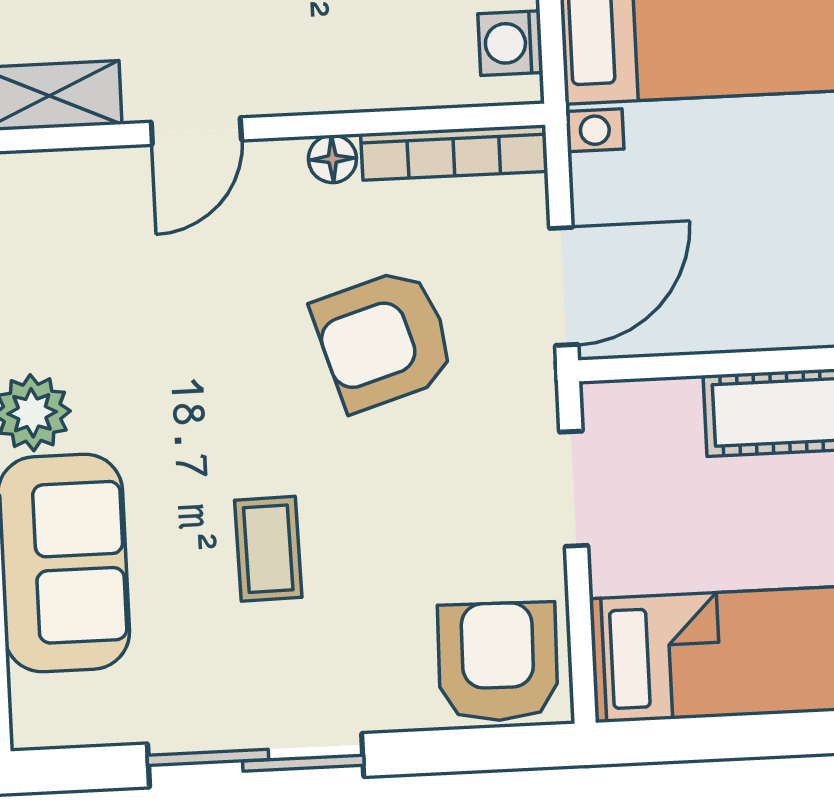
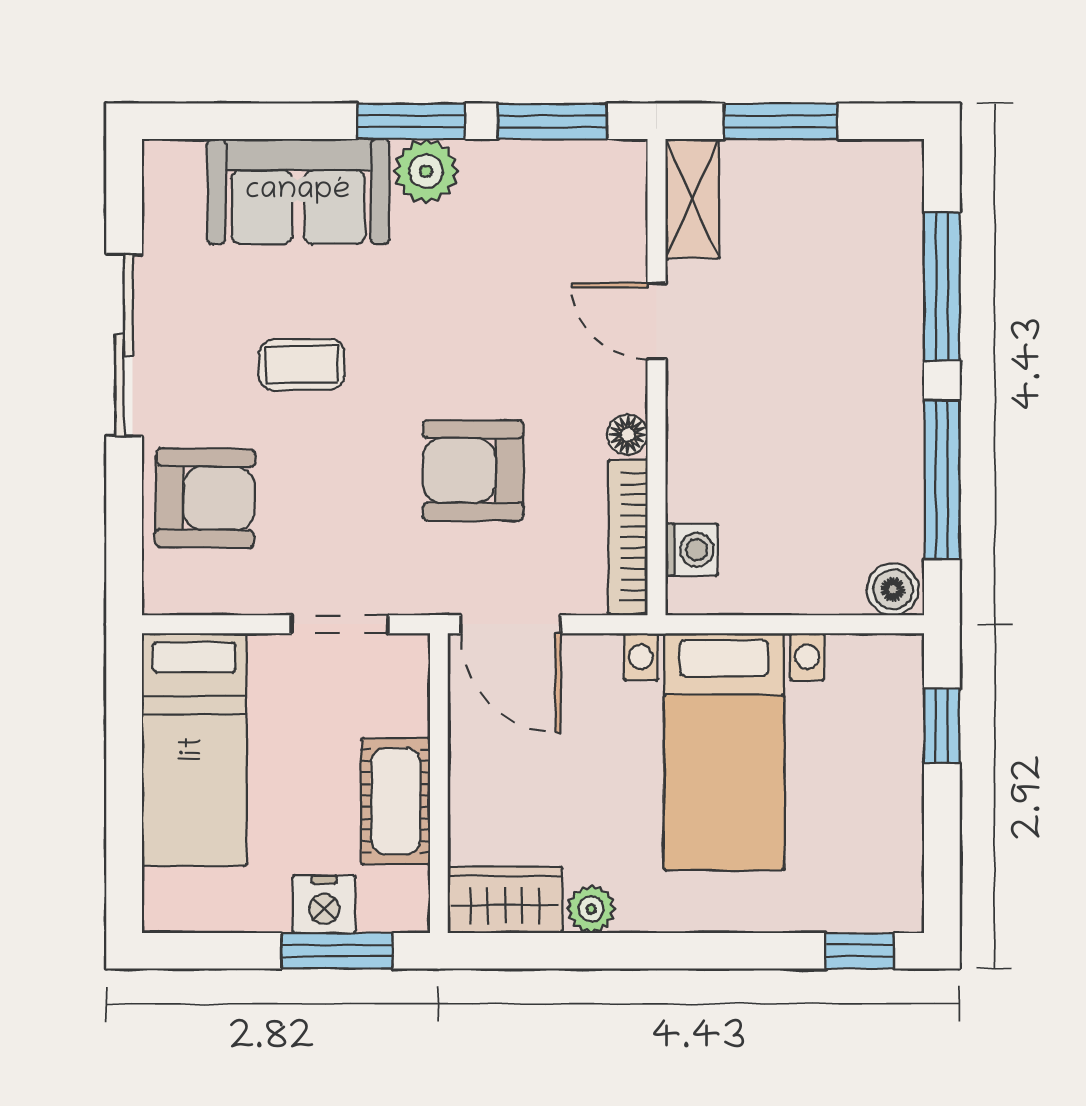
washing machine: (510, 43) -> (692, 550), moved, turned 90
armchair: (384, 340) -> (473, 470), turned -73
armchair: (498, 662) -> (205, 498), moved

